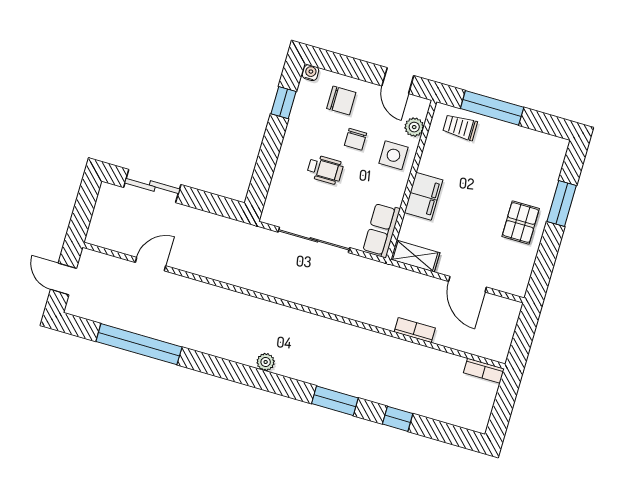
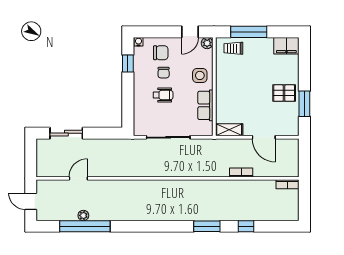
door: (398, 81) -> (190, 32), hinge flipped
plant: (414, 127) -> (207, 43), moved
chair: (356, 139) -> (164, 73), moved
filing cabinet: (423, 196) -> (286, 46), moved, turned 90
window: (562, 203) -> (304, 104), moved
pallet: (521, 222) -> (284, 93), turned 90
row of seats: (381, 230) -> (205, 105), moved
plant: (266, 362) -> (83, 215), moved

